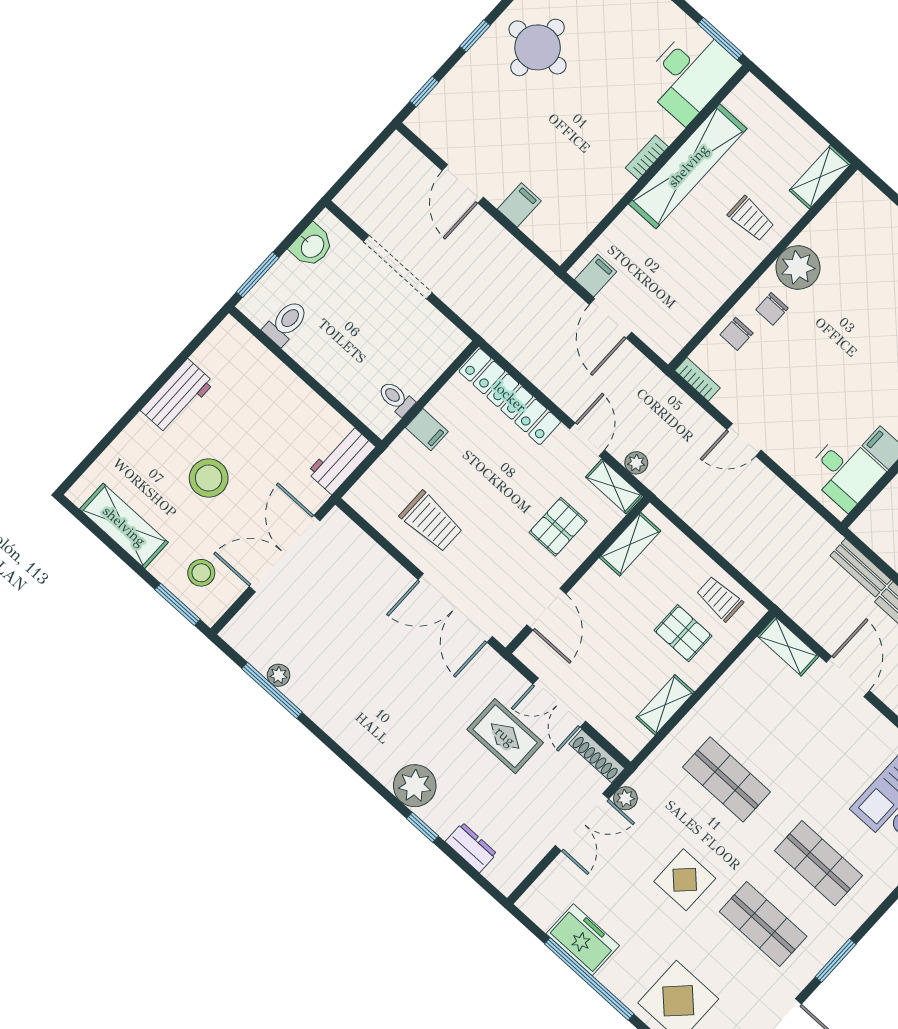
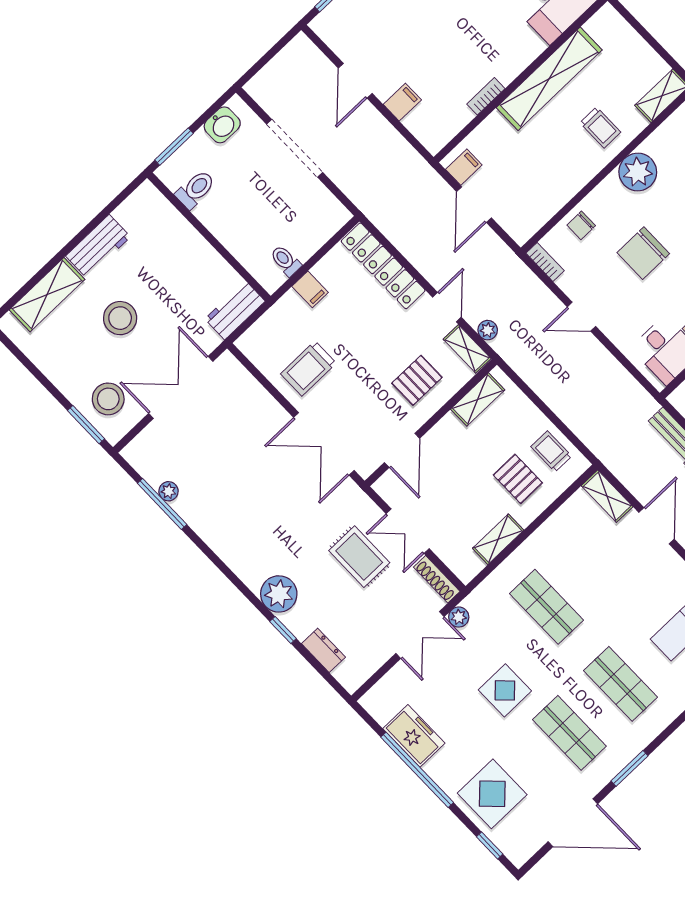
bookcase: (647, 157) -> (486, 96), moved
chair: (772, 309) -> (643, 253), moved, width x1.87, depth x1.87
trolley: (431, 522) -> (308, 368), turned 90
shelving: (124, 526) -> (47, 295), moved, turned 90
stool: (201, 573) -> (108, 399), width x1.38, depth x1.38

